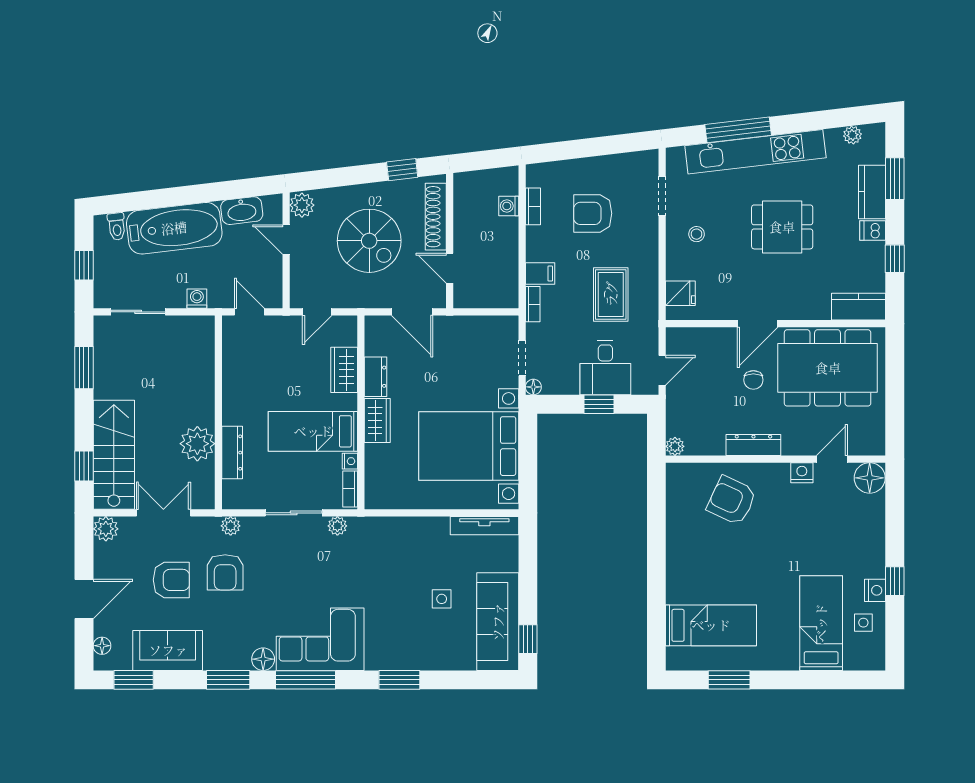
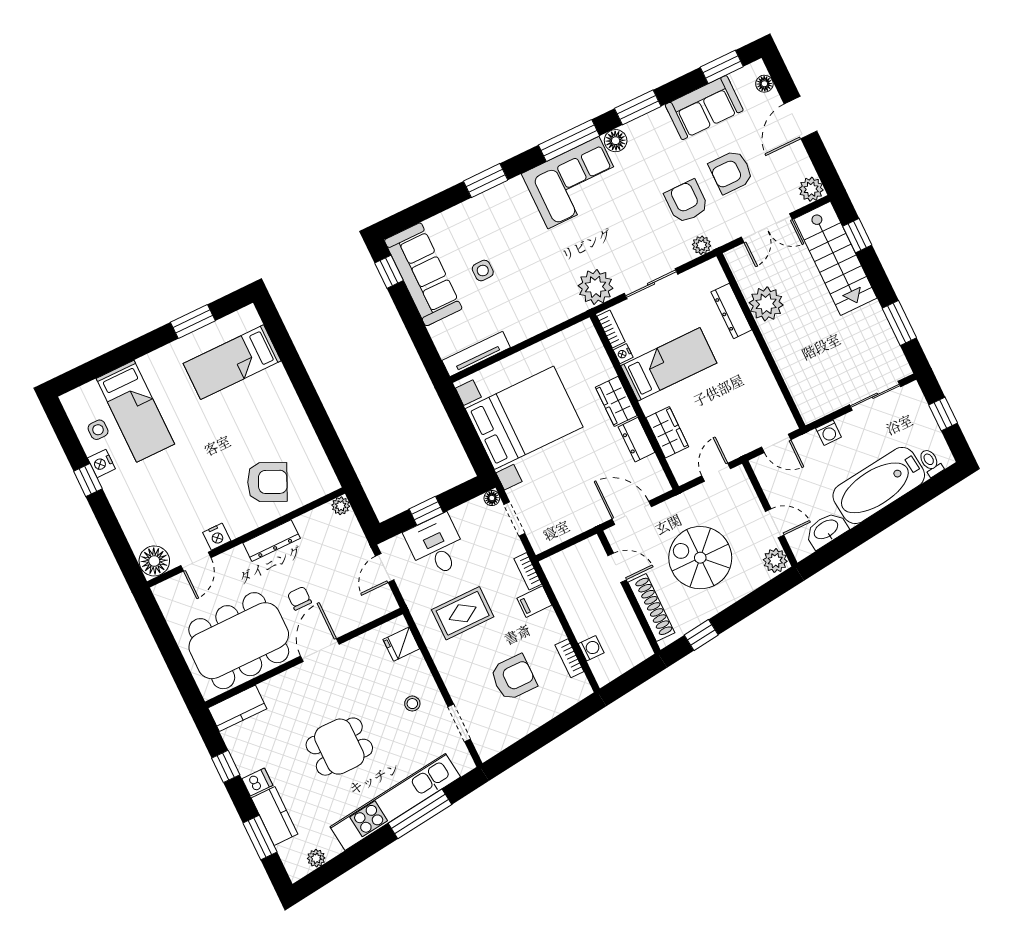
rug: (611, 294) -> (463, 613), turned 90
plant: (337, 526) -> (596, 287), width x1.88, depth x1.88

